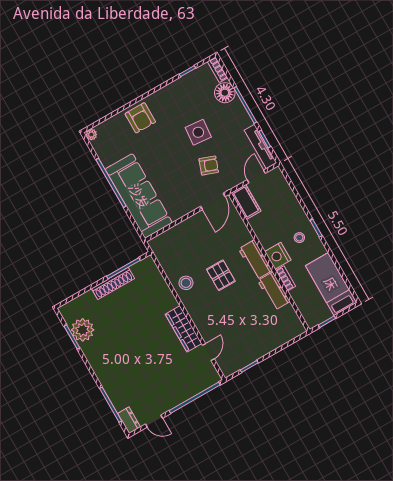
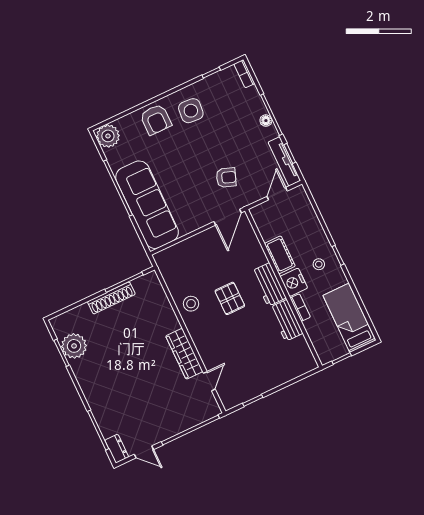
floor lamp: (225, 93) -> (266, 121), moved, width x0.53, depth x0.53
side table: (198, 132) -> (191, 111), moved
plant: (91, 135) -> (108, 136), width x1.87, depth x1.87
cot: (246, 202) -> (280, 255), moved

